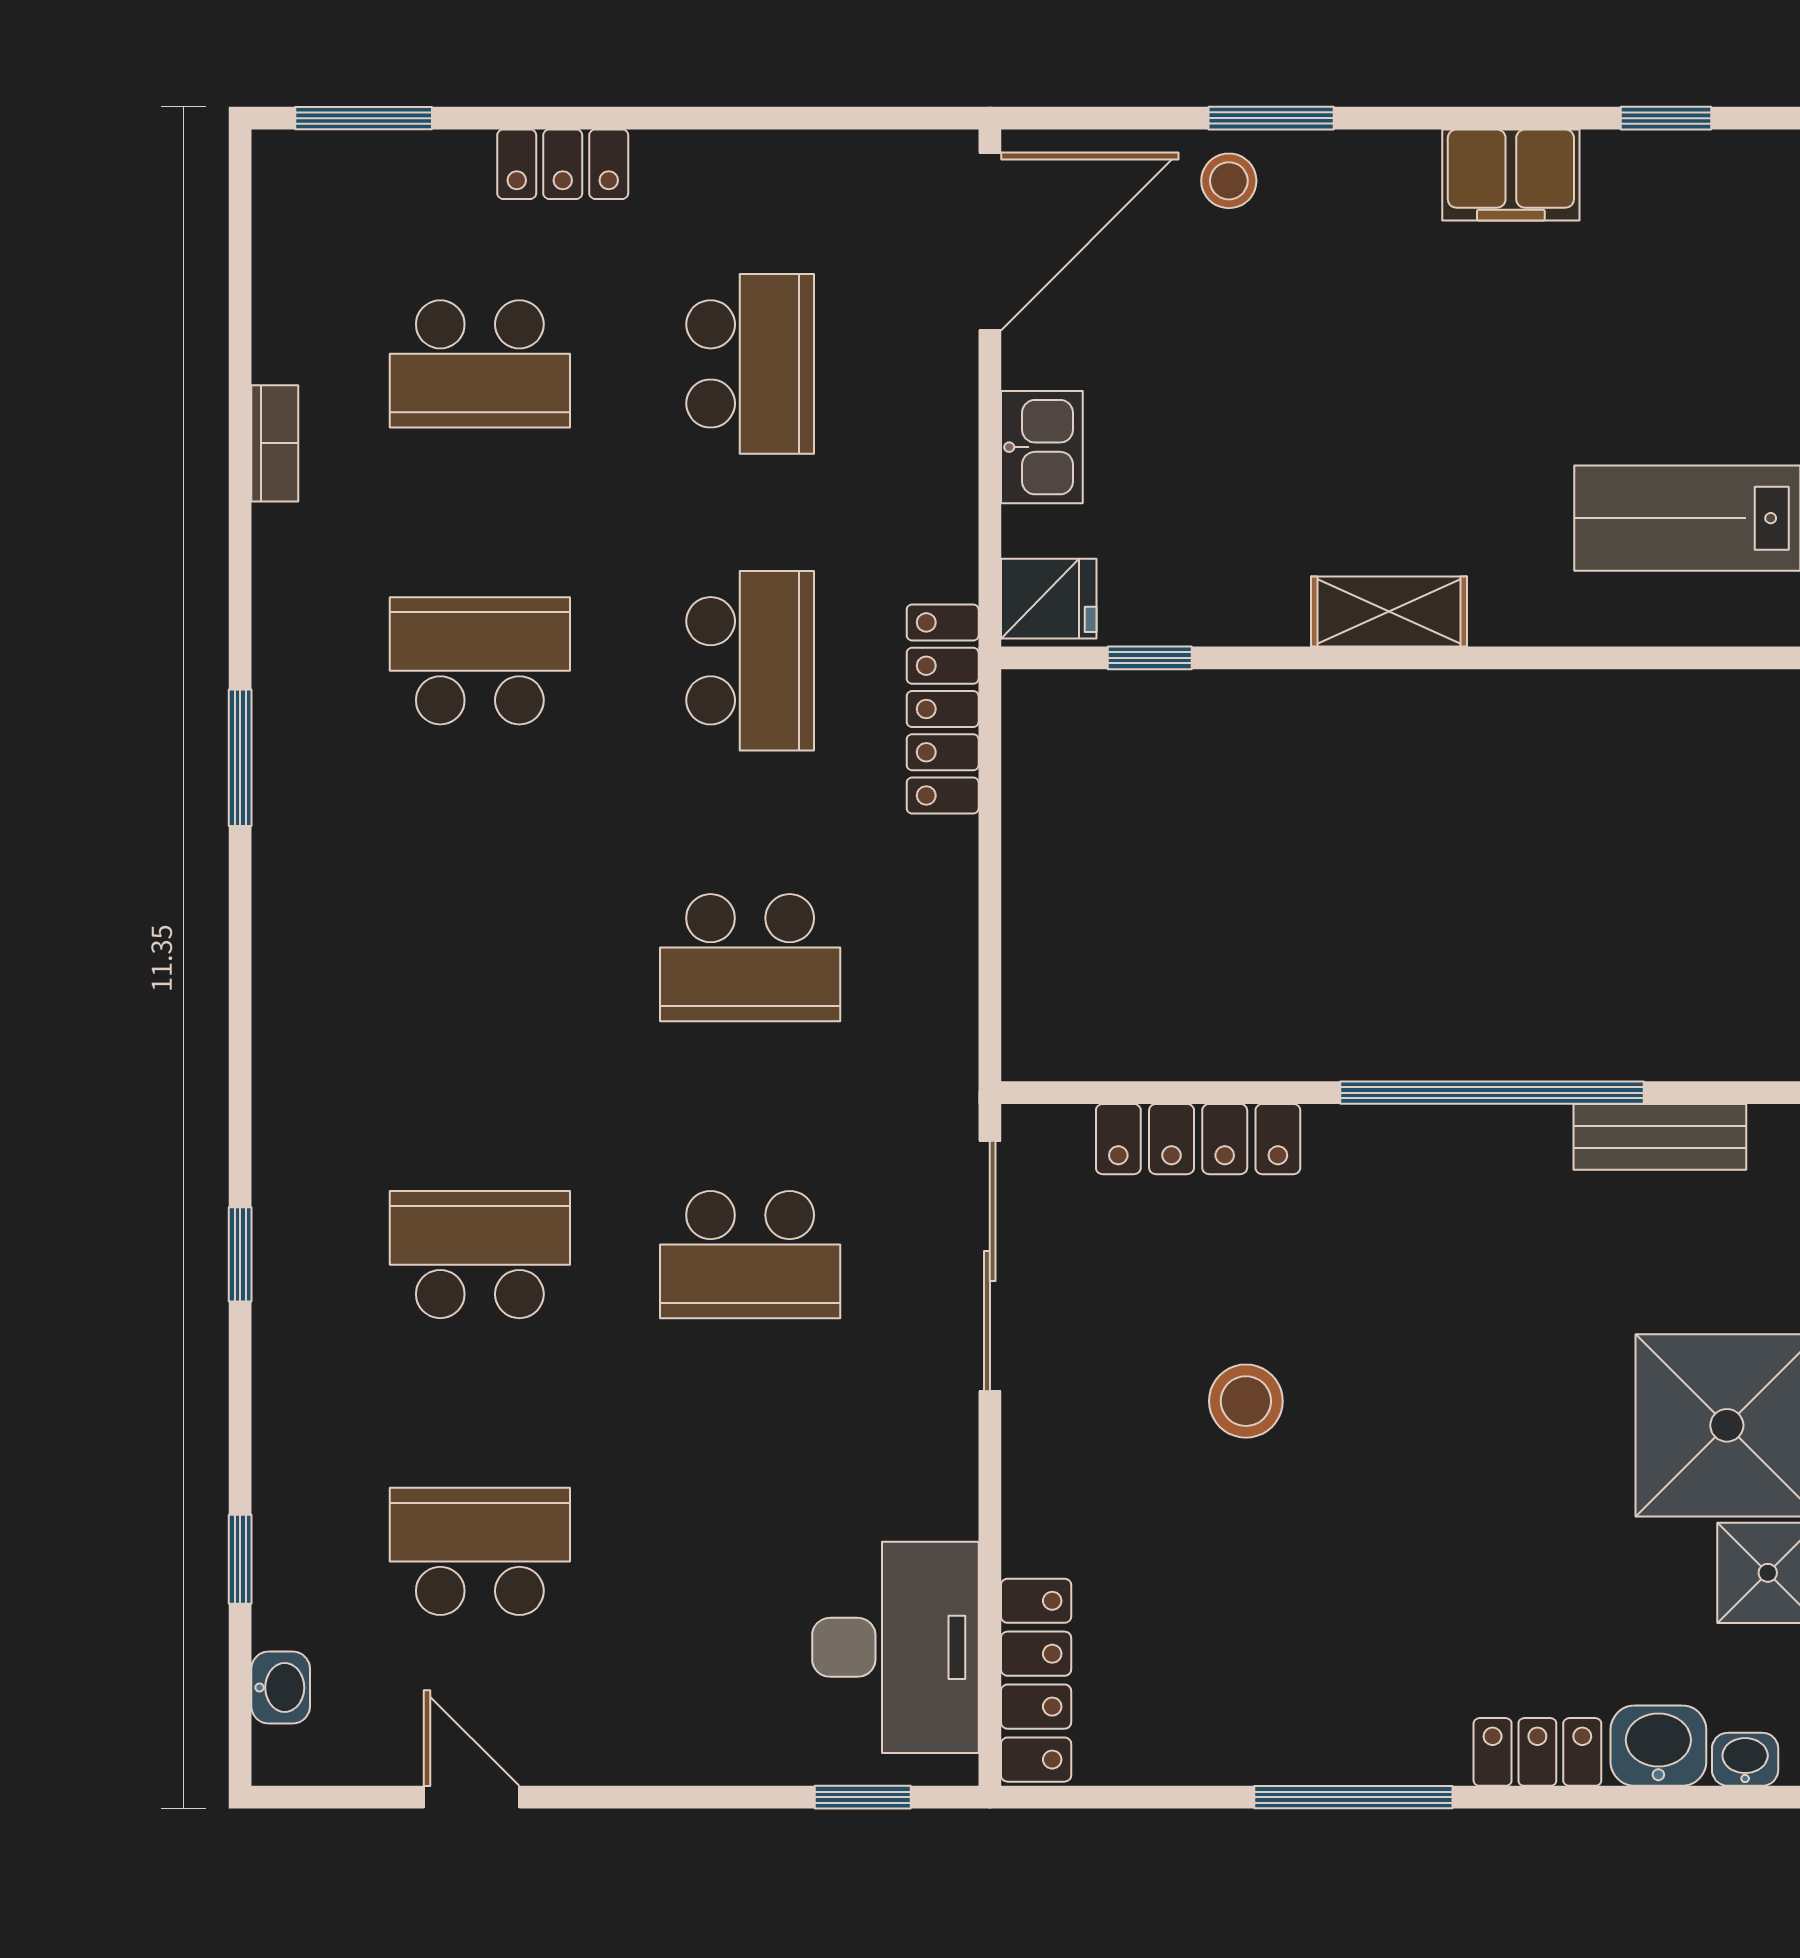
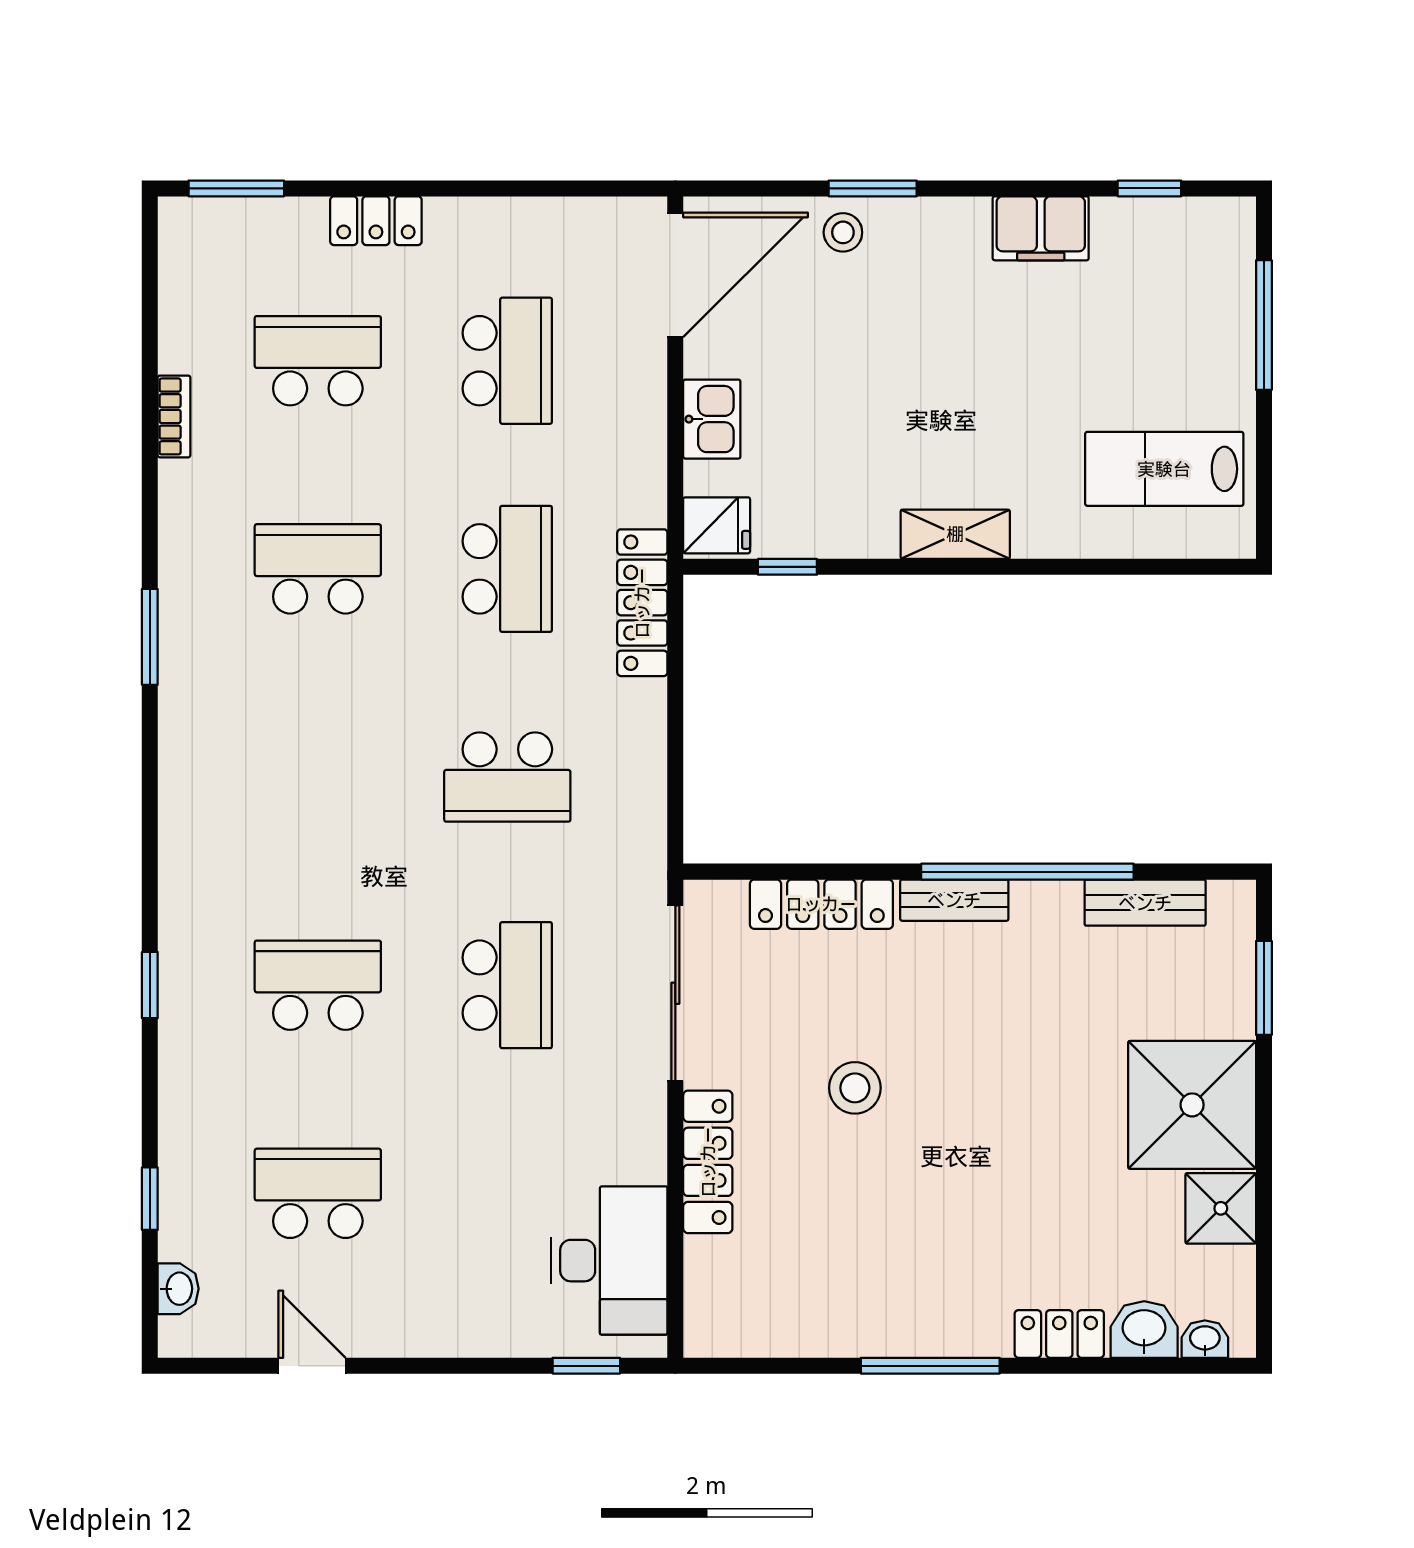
school desk: (480, 364) -> (318, 361), turned 180
bench: (1388, 1133) -> (954, 900), added
school desk: (750, 1255) -> (507, 985), turned -90
locker: (1036, 1680) -> (708, 1162), moved

